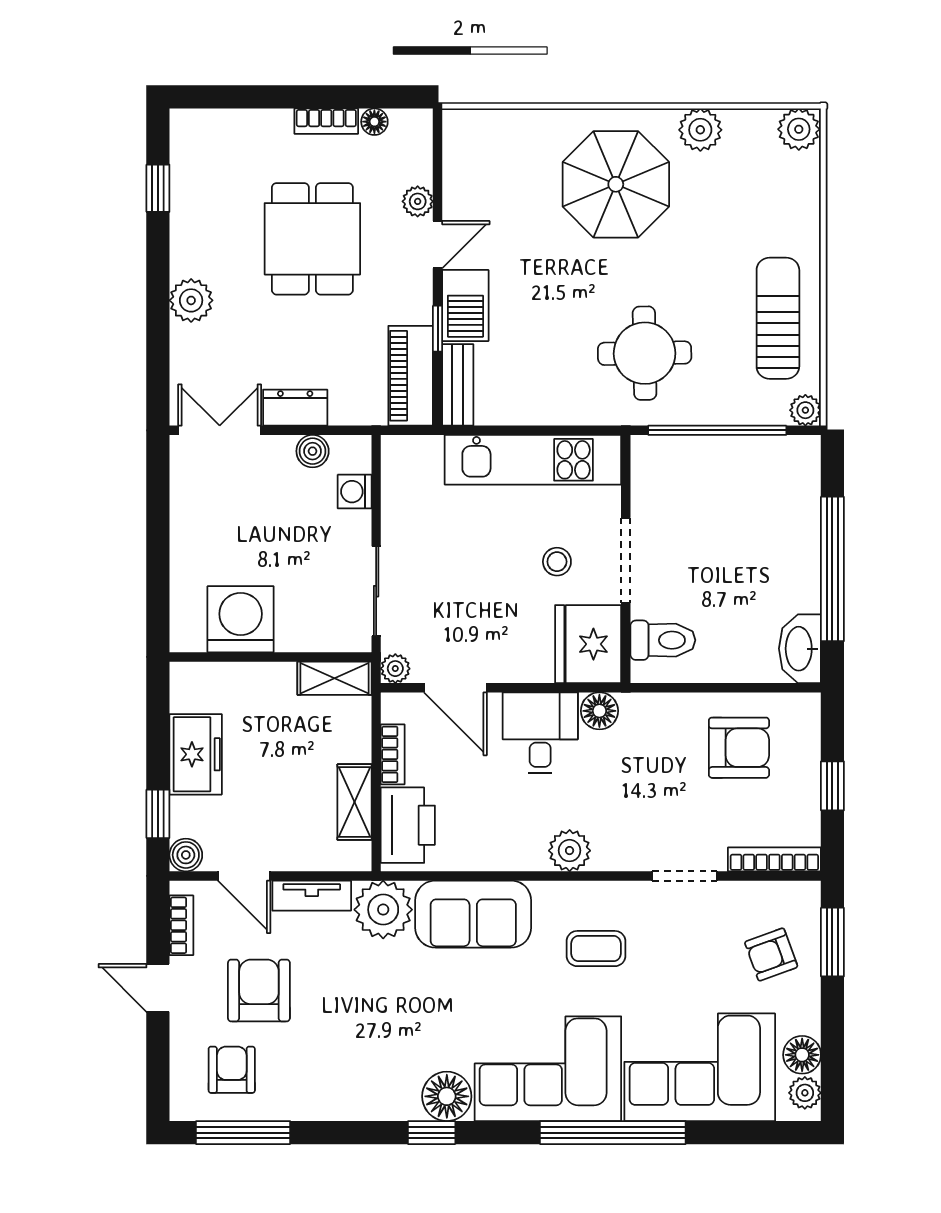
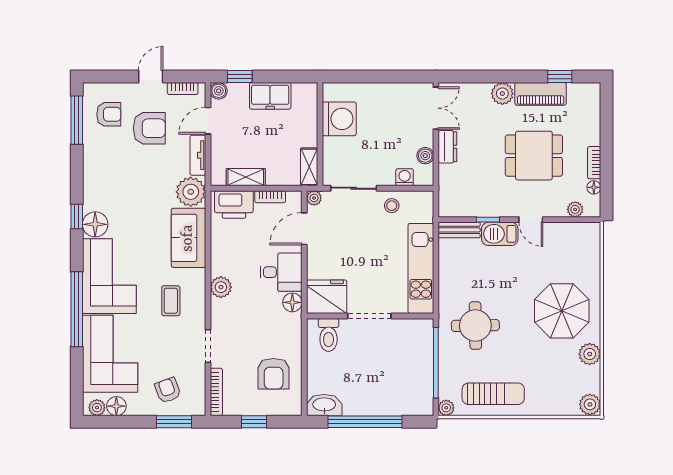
plant: (418, 201) -> (575, 209), moved
piano: (411, 376) -> (541, 94), moved, turned 180
stool: (557, 562) -> (392, 206), moved

